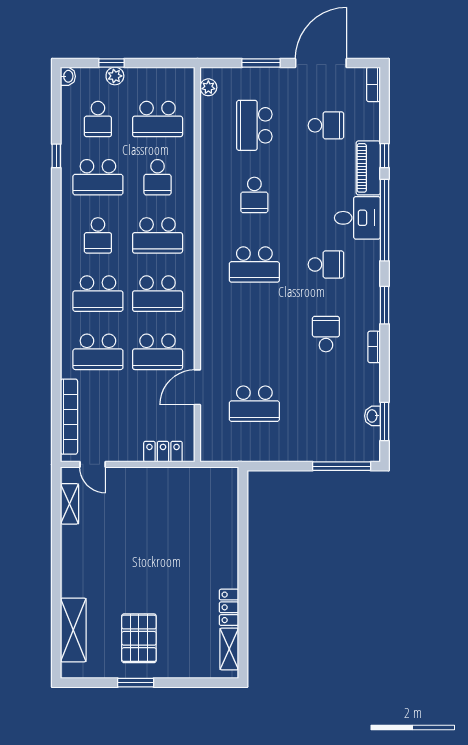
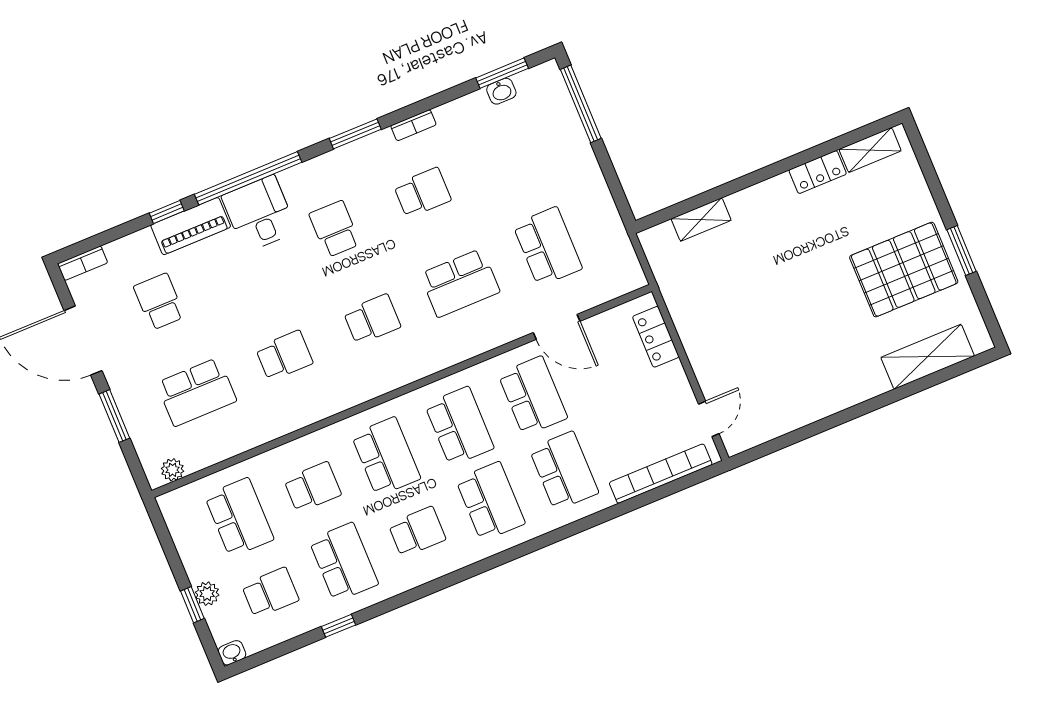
school desk: (254, 265) -> (372, 319), width x0.54
school desk: (254, 334) -> (460, 283), added
school desk: (326, 334) -> (422, 193), turned 180
shelving: (70, 504) -> (701, 220), moved
pallet: (139, 638) -> (904, 270), width x1.37, depth x1.41

